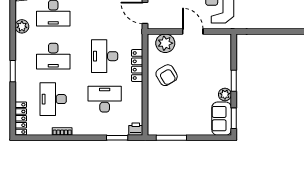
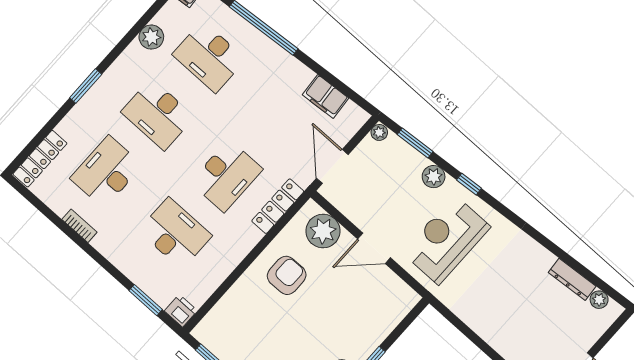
door: (193, 31) -> (374, 248), swing flipped
desk: (105, 56) -> (226, 176), turned 180
locker: (137, 66) -> (278, 206), moved
armchair: (167, 75) -> (287, 275), turned -149

